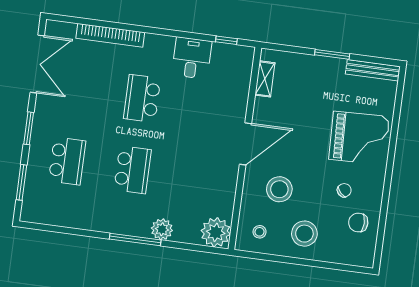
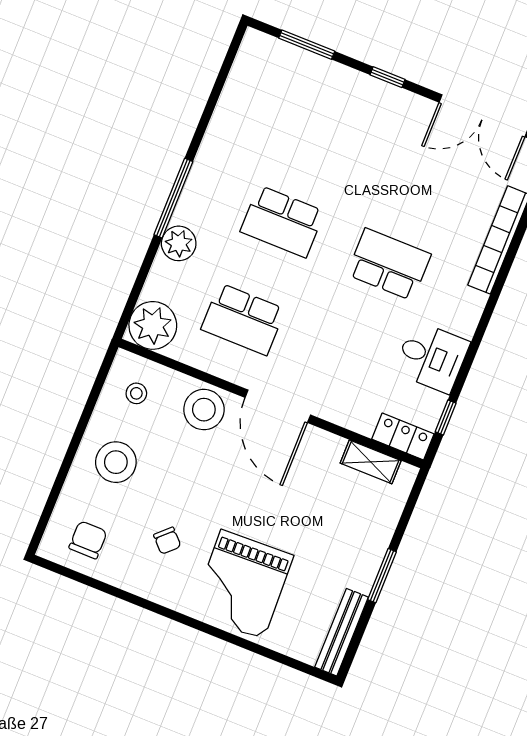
locker: (244, 63) -> (403, 436), added
window: (29, 128) -> (387, 77), width x0.67
school desk: (67, 161) -> (243, 319), moved
stool: (279, 189) -> (204, 410), moved
chair: (358, 223) -> (88, 540), moved

